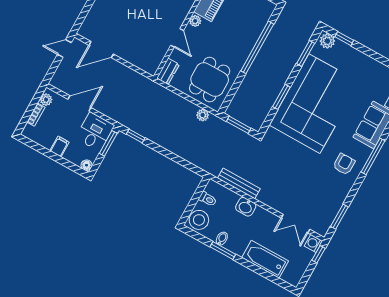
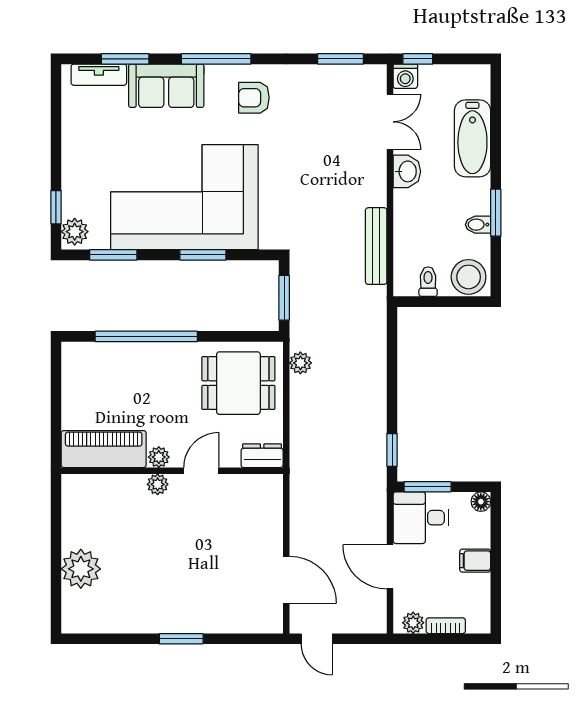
plant: (182, 13) -> (158, 484), added
washbasin: (246, 207) -> (407, 171), moved

